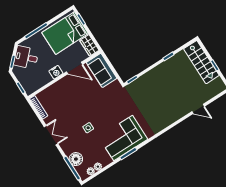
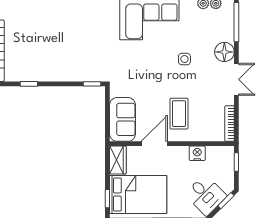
door: (74, 68) -> (154, 144), hinge flipped
nightstand: (56, 72) -> (197, 153), moved
coffee table: (71, 94) -> (179, 114), added
double door: (51, 135) -> (236, 79), swing flipped
floor lamp: (76, 159) -> (224, 52), moved

